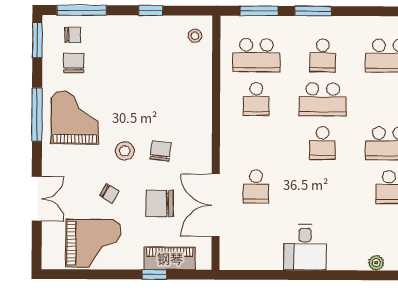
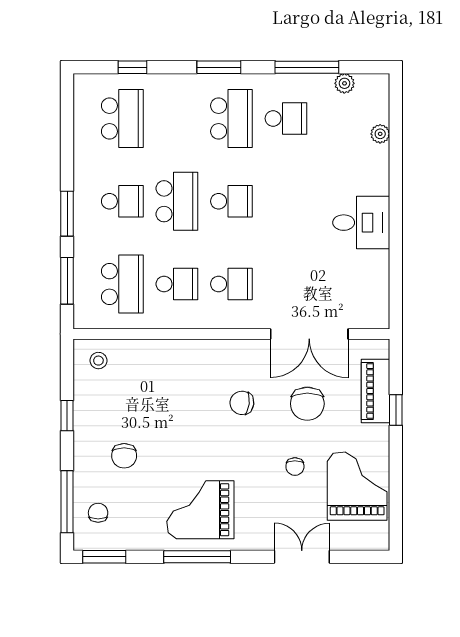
chair: (74, 63) -> (124, 456), moved, turned -90
stool: (125, 151) -> (242, 447), removed
school desk: (256, 187) -> (231, 284), moved
chair: (109, 193) -> (295, 467), turned 150

